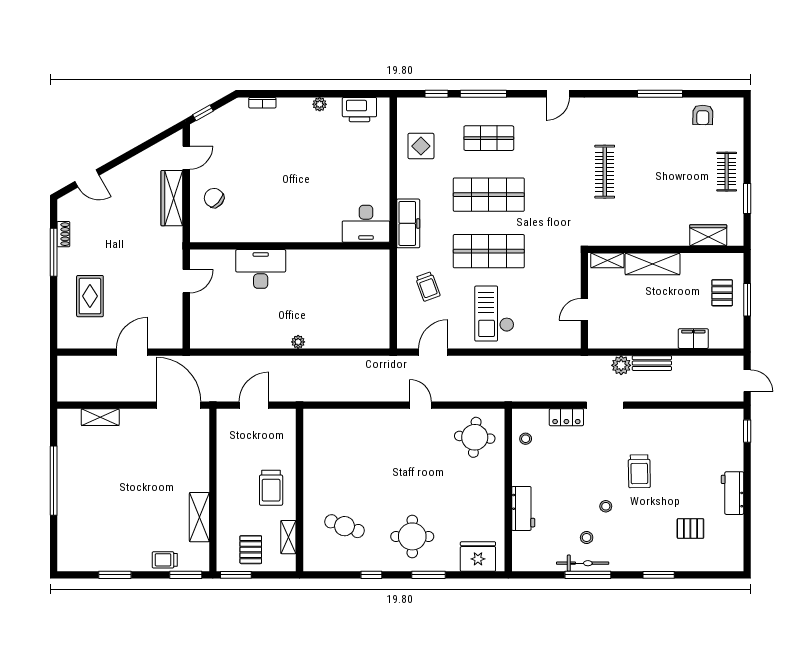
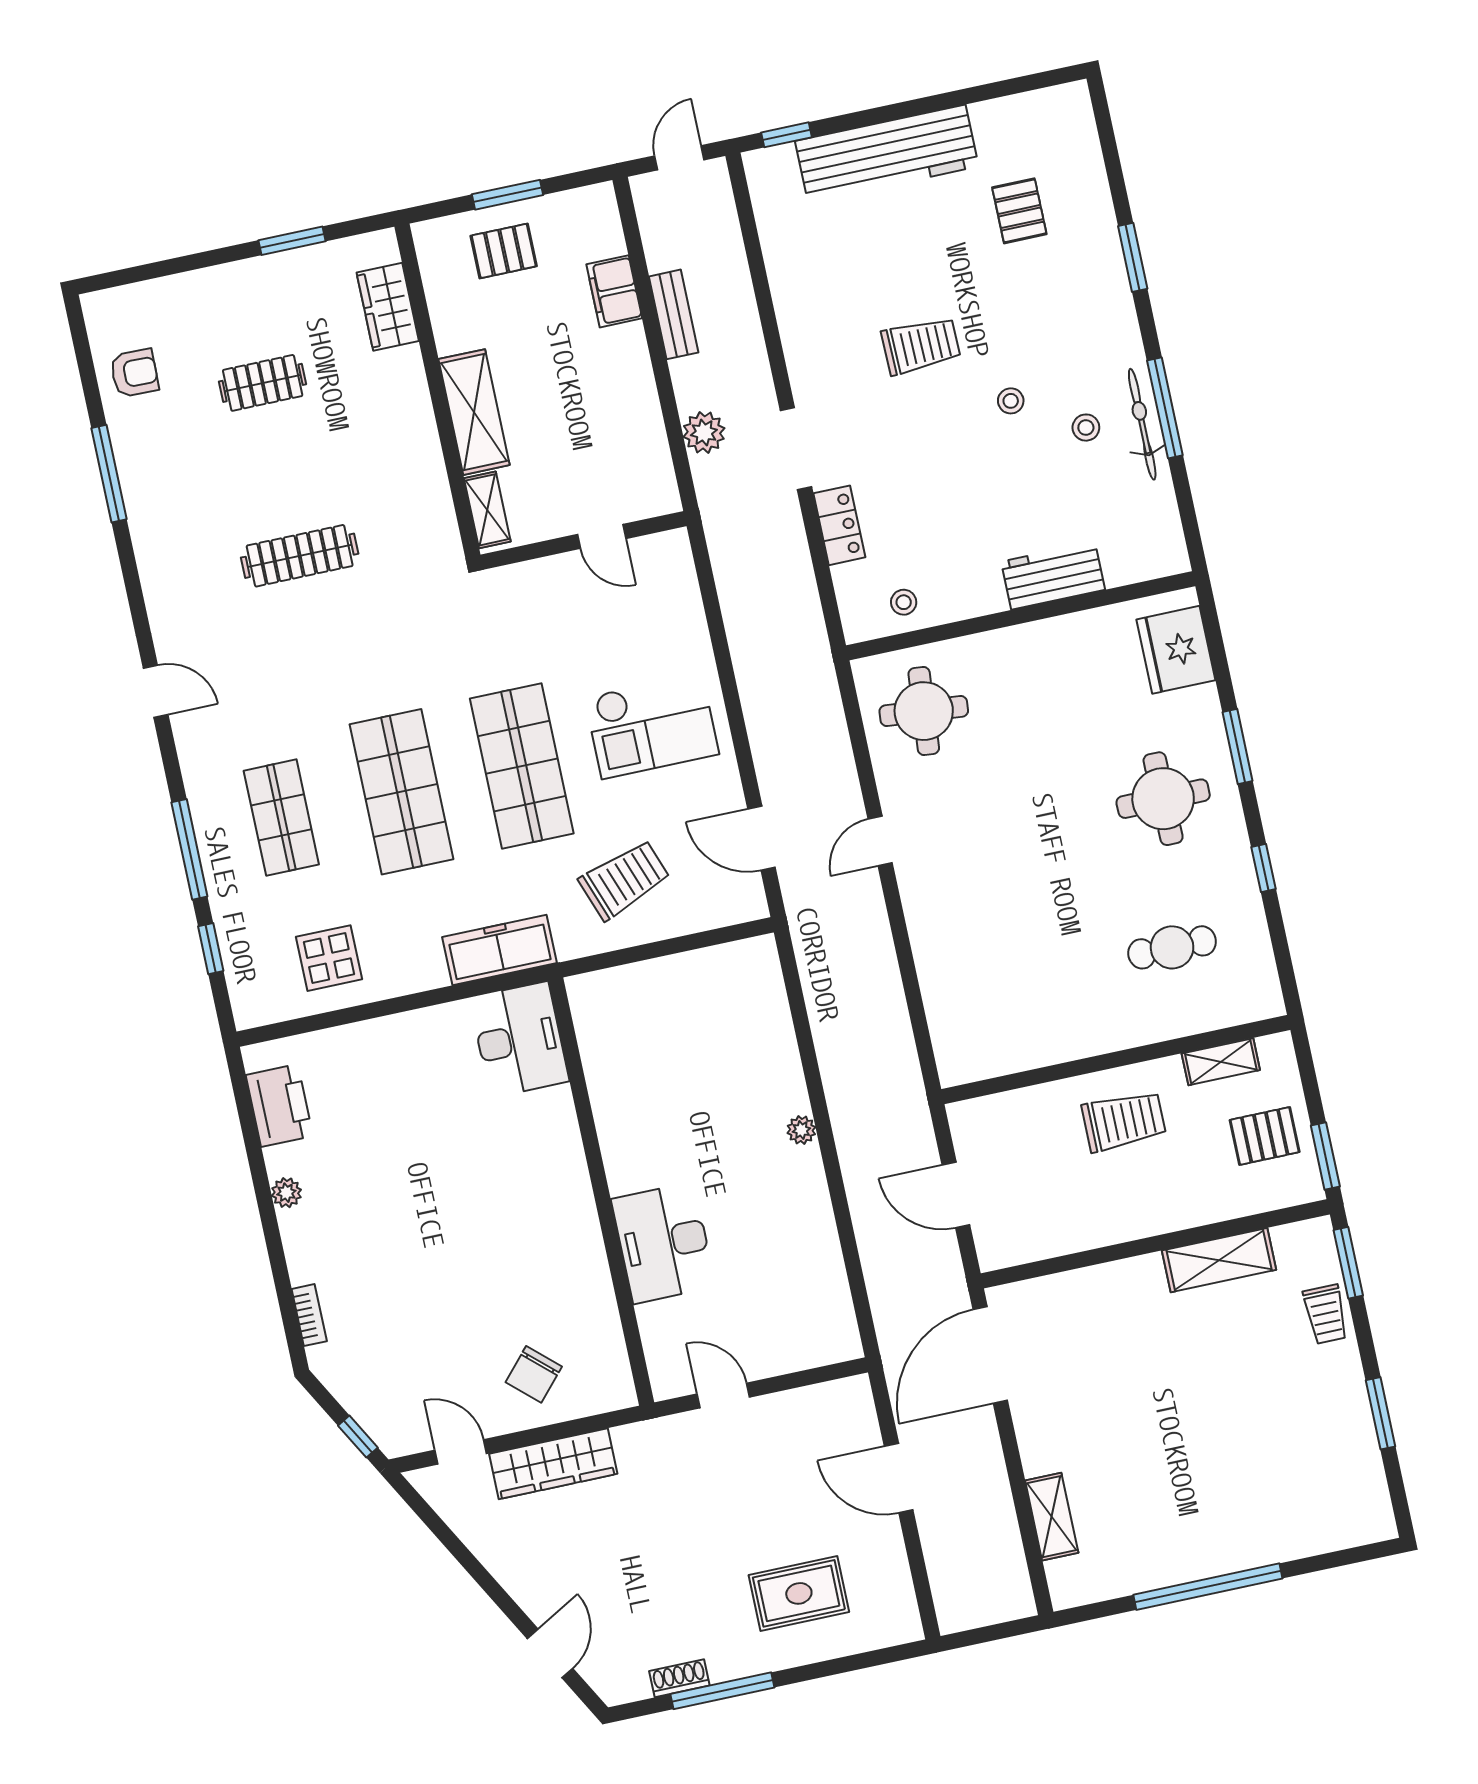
clothes rail: (727, 172) -> (263, 383), moved
trolley: (428, 286) -> (624, 880), width x1.36, depth x1.39
bench: (652, 363) -> (674, 314), moved
workbench: (732, 493) -> (887, 154), width x1.88, depth x1.32
cafe table: (344, 526) -> (1172, 947), turned 70

